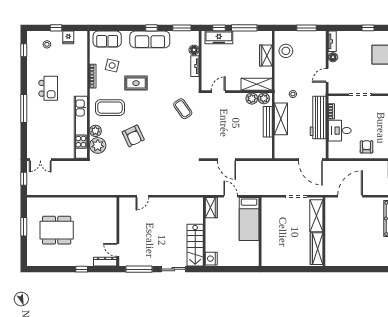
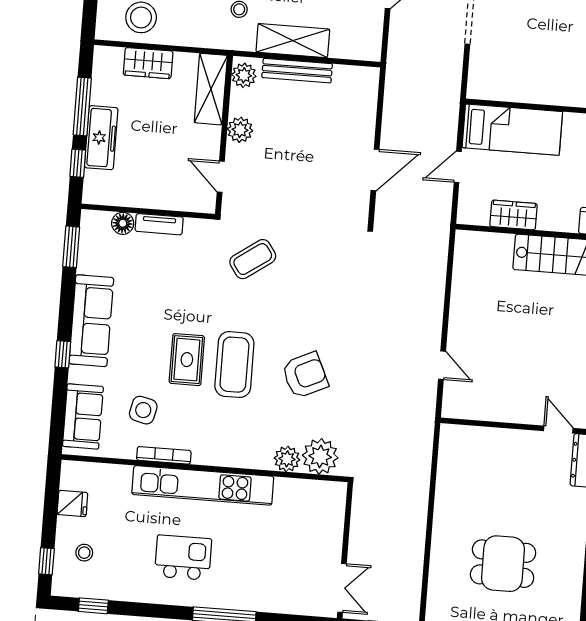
window: (56, 28) -> (46, 561), moved
window: (152, 28) -> (63, 354), moved
freezer: (219, 37) -> (101, 138), moved
plant: (252, 99) -> (240, 130), moved
coffee table: (110, 108) -> (234, 365), moved
kitchen unit: (81, 127) -> (203, 485), moved
wardrobe: (211, 208) -> (513, 215), moved
dining table: (57, 230) -> (503, 564), width x0.73
door: (118, 250) -> (558, 430), swing flipped

